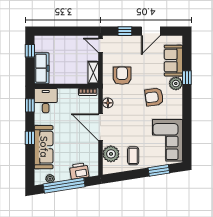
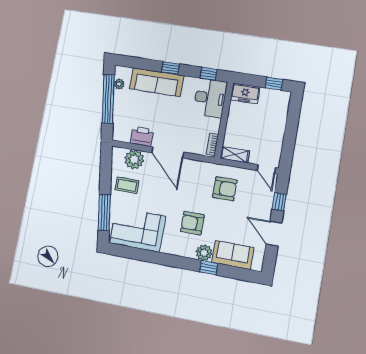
door: (100, 45) -> (266, 169), swing flipped
freezer: (42, 68) -> (245, 93), width x0.71
armchair: (154, 97) -> (192, 223), turned -82
desk: (46, 101) -> (210, 98), width x1.37
floor lamp: (108, 103) -> (195, 166), removed
door: (100, 127) -> (168, 152), swing flipped
window: (159, 170) -> (104, 213), width x1.44
printer: (79, 171) -> (142, 136), moved, turned -81

